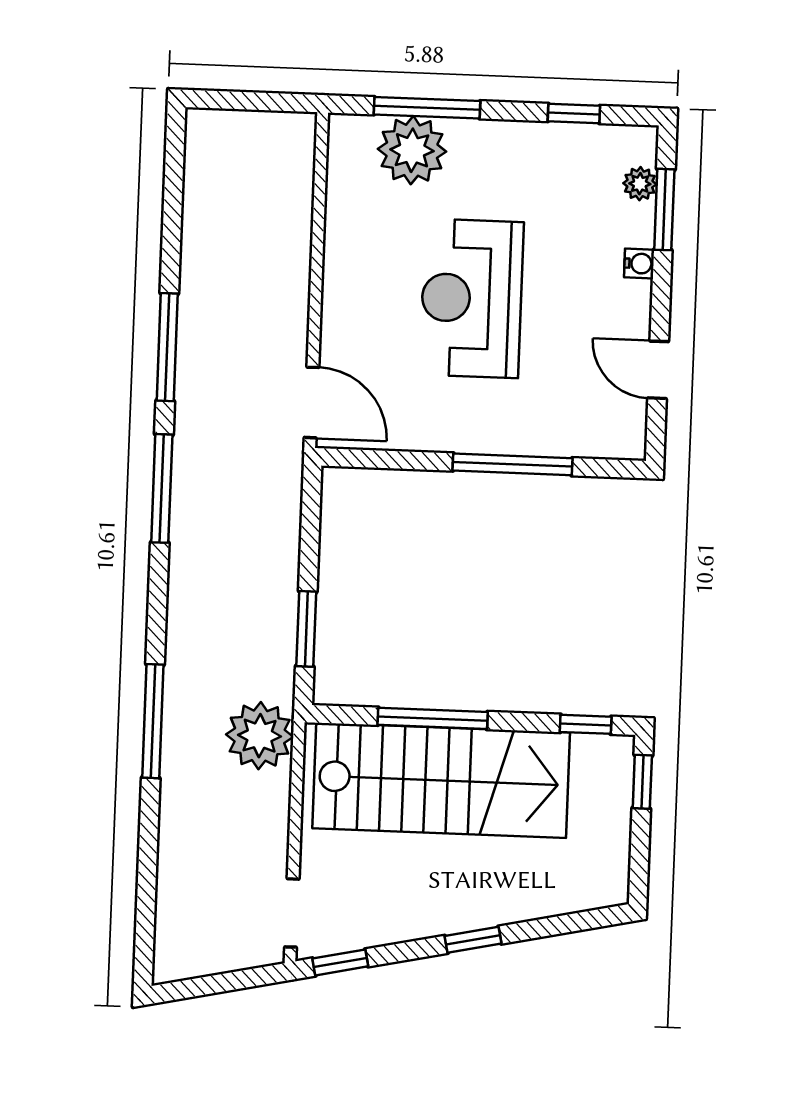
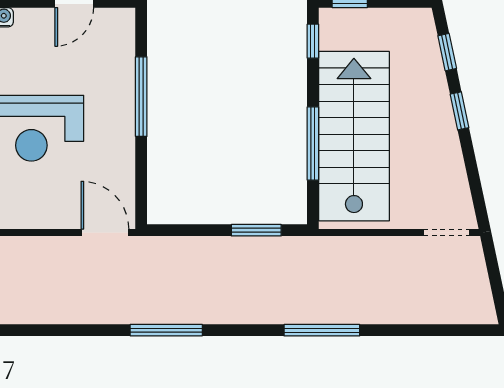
window: (167, 347) -> (72, 330), removed
door: (311, 402) -> (105, 232), hinge flipped
plant: (260, 736) -> (329, 259), removed
window: (340, 962) -> (447, 52), moved

